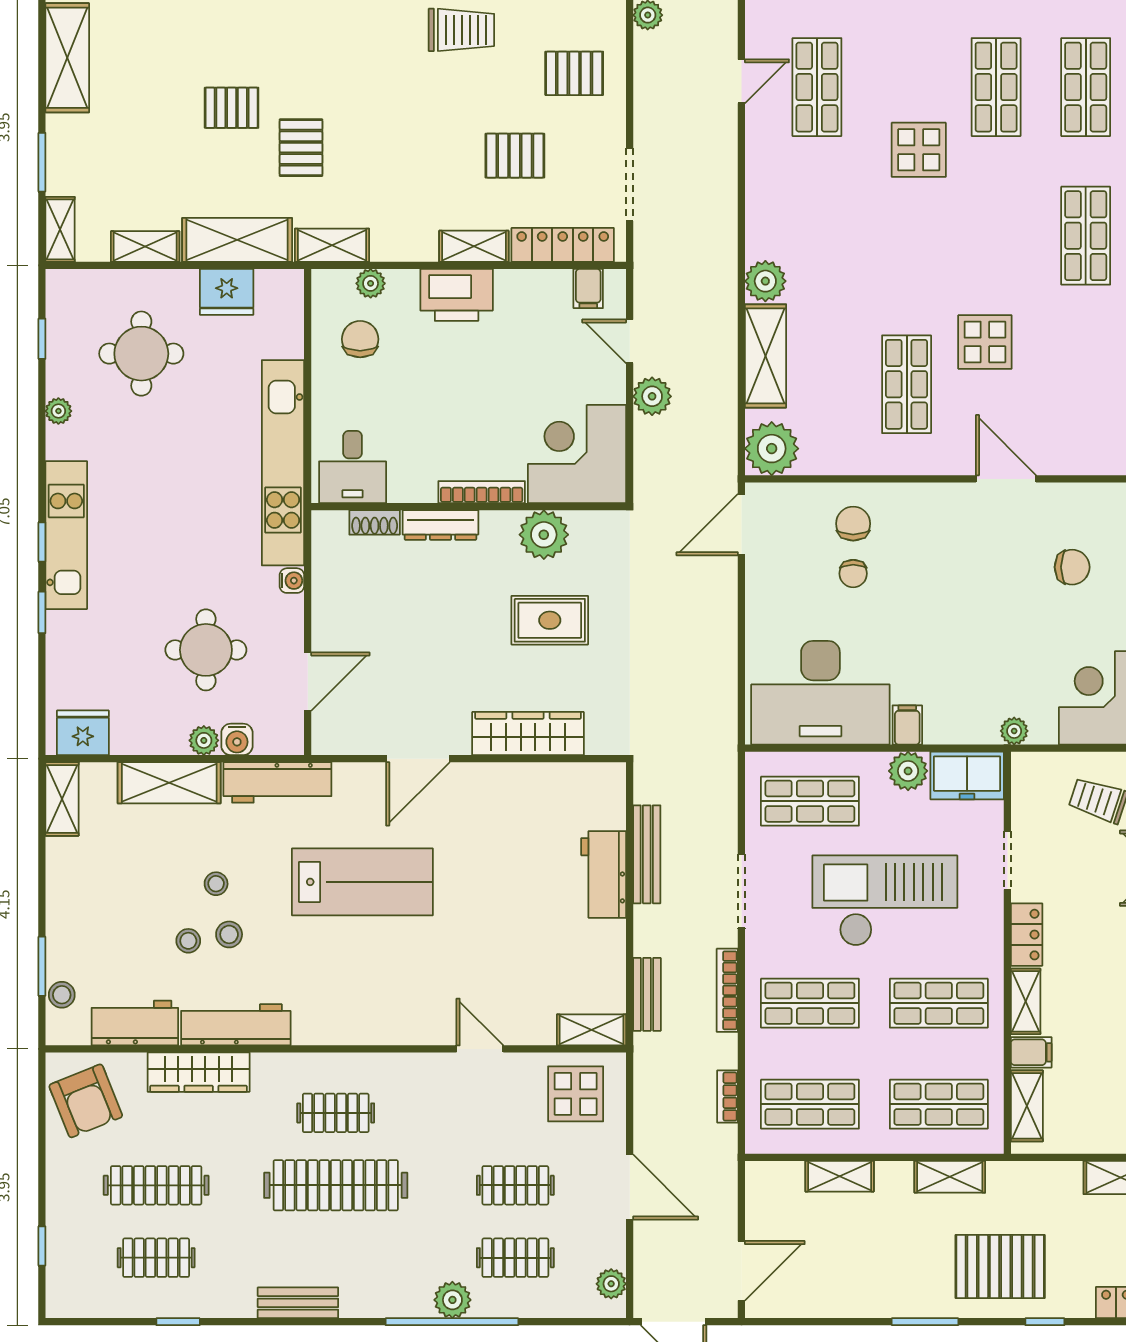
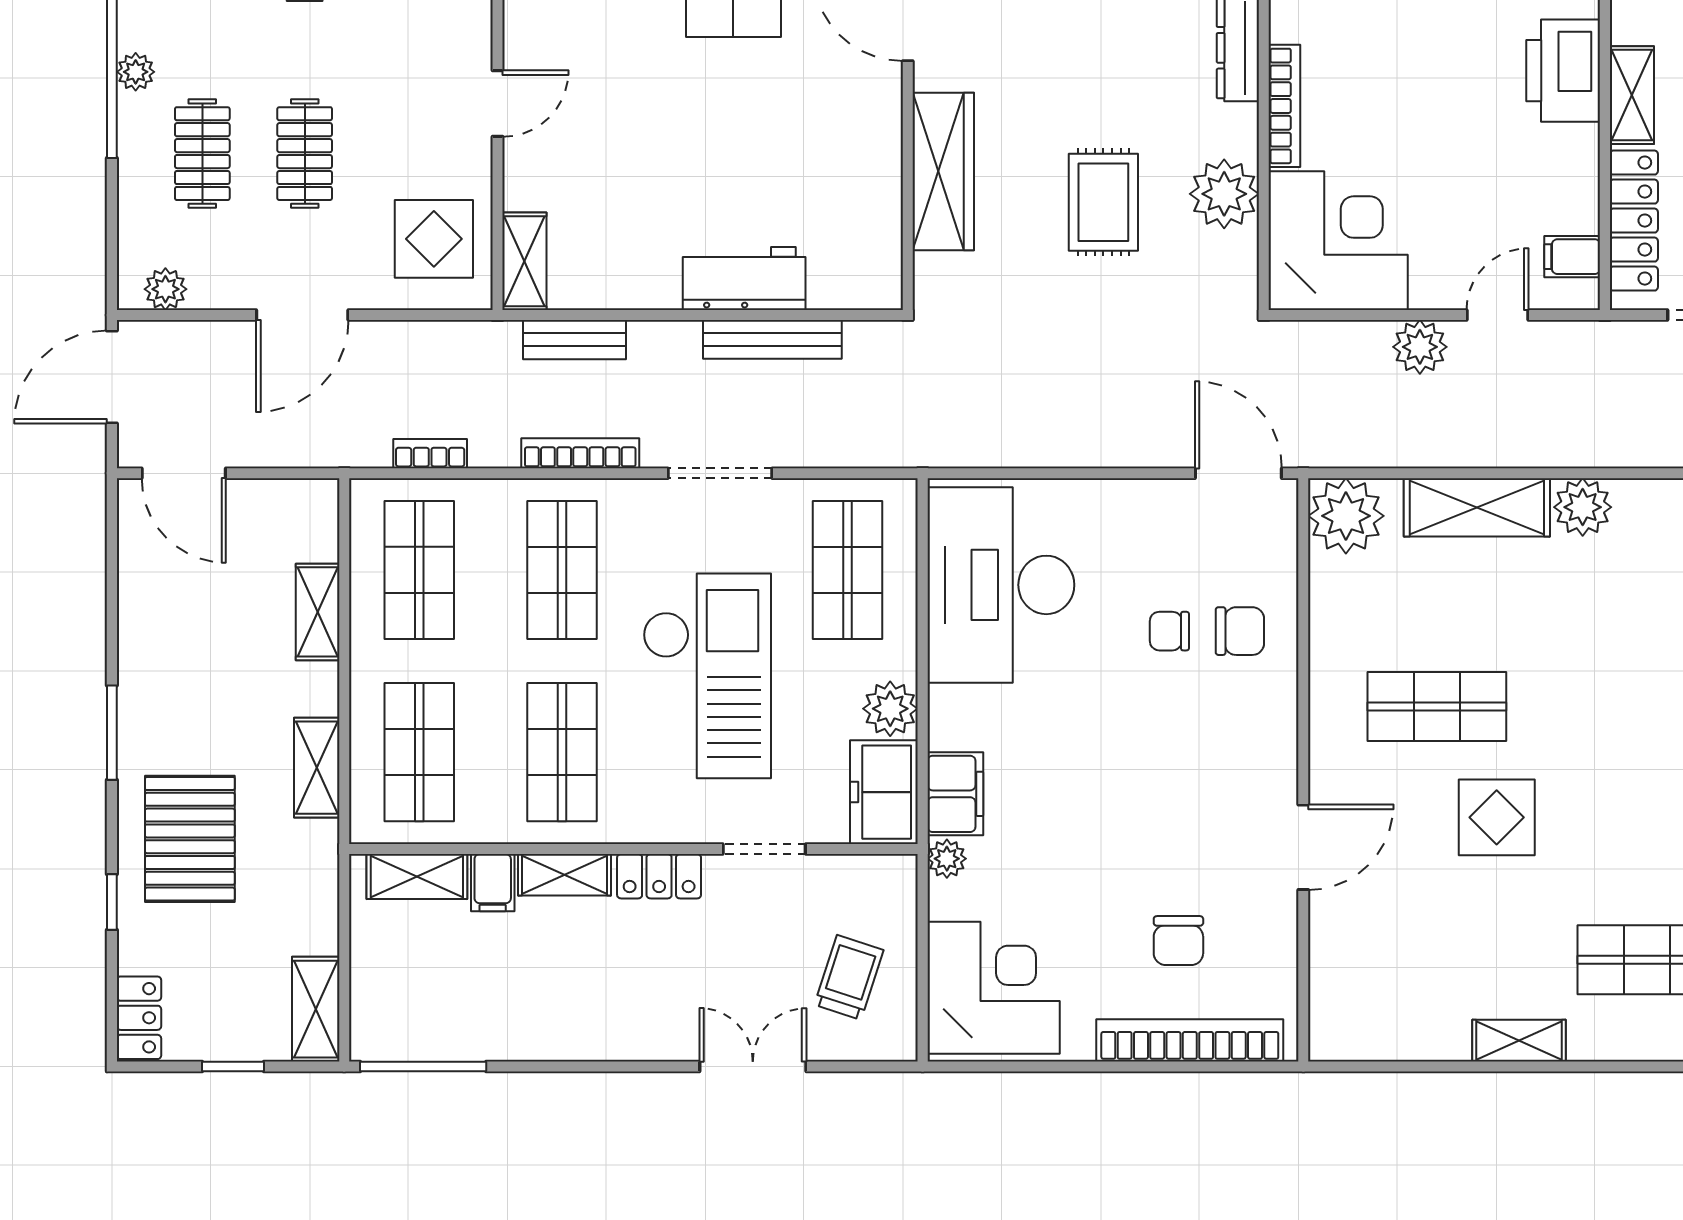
filing cabinet: (907, 725) -> (955, 794), moved, width x2.00
plant: (452, 1300) -> (136, 72), width x0.73, depth x0.73

